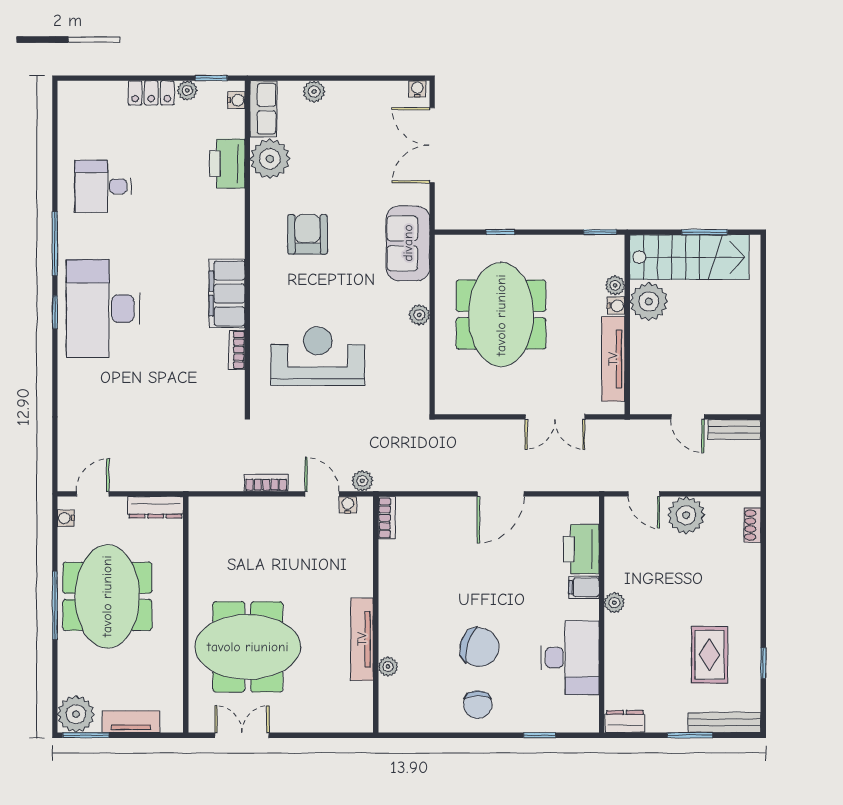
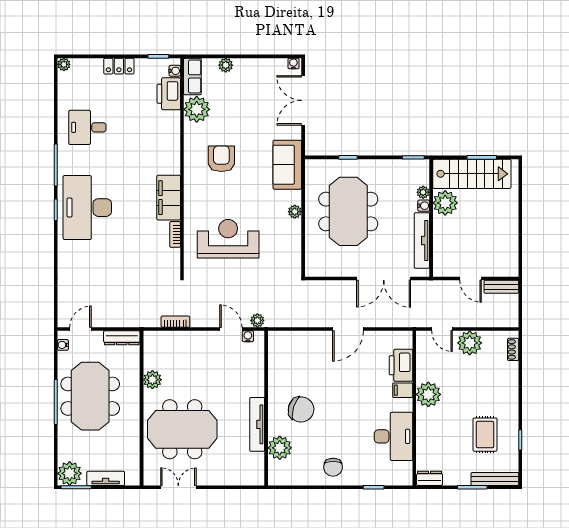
plant: (187, 90) -> (64, 64), moved
printer: (227, 164) -> (169, 94), moved
double door: (555, 417) -> (384, 279), width x1.37
bookcase: (266, 483) -> (175, 322), moved
bookcase: (387, 518) -> (273, 345), removed
plant: (202, 571) -> (152, 380), added
plant: (614, 603) -> (428, 394), width x1.87, depth x1.87
chair: (479, 647) -> (301, 409), moved
plant: (388, 667) -> (280, 448), width x1.88, depth x1.88

